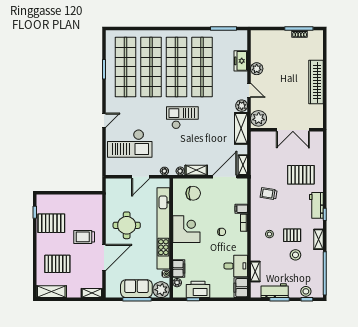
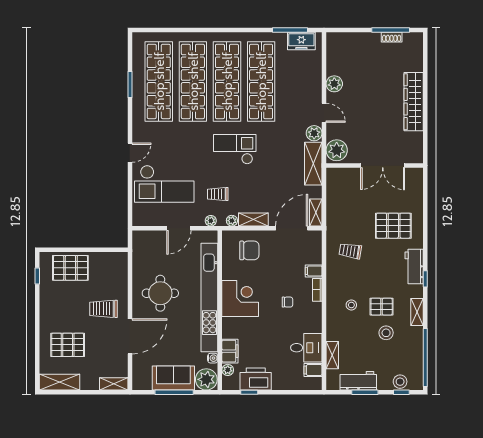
freezer: (241, 61) -> (301, 41), moved, turned -90
trolley: (170, 151) -> (218, 194), added
pallet: (51, 223) -> (70, 268), moved
filing cabinet: (241, 288) -> (313, 370), width x0.50

